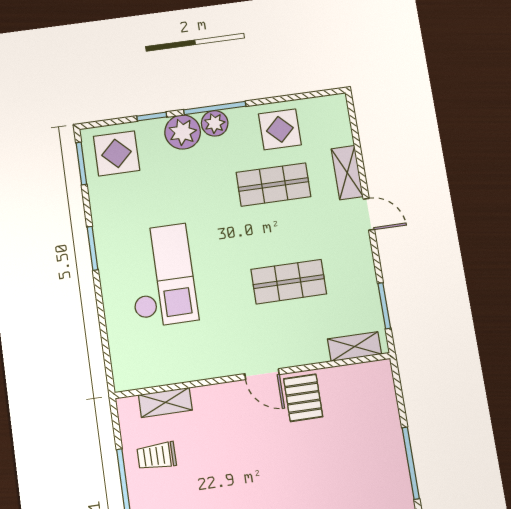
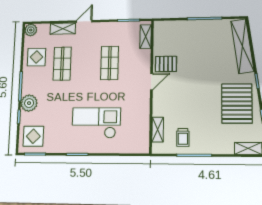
plant: (215, 123) -> (31, 30), moved

